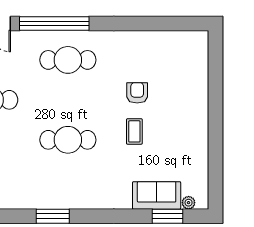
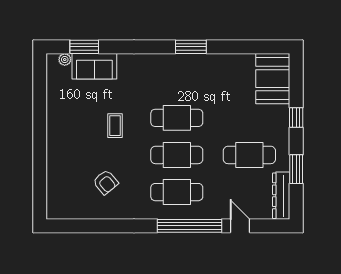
armchair: (137, 93) -> (106, 182), moved, turned -40
cafe table: (68, 100) -> (177, 155), added

